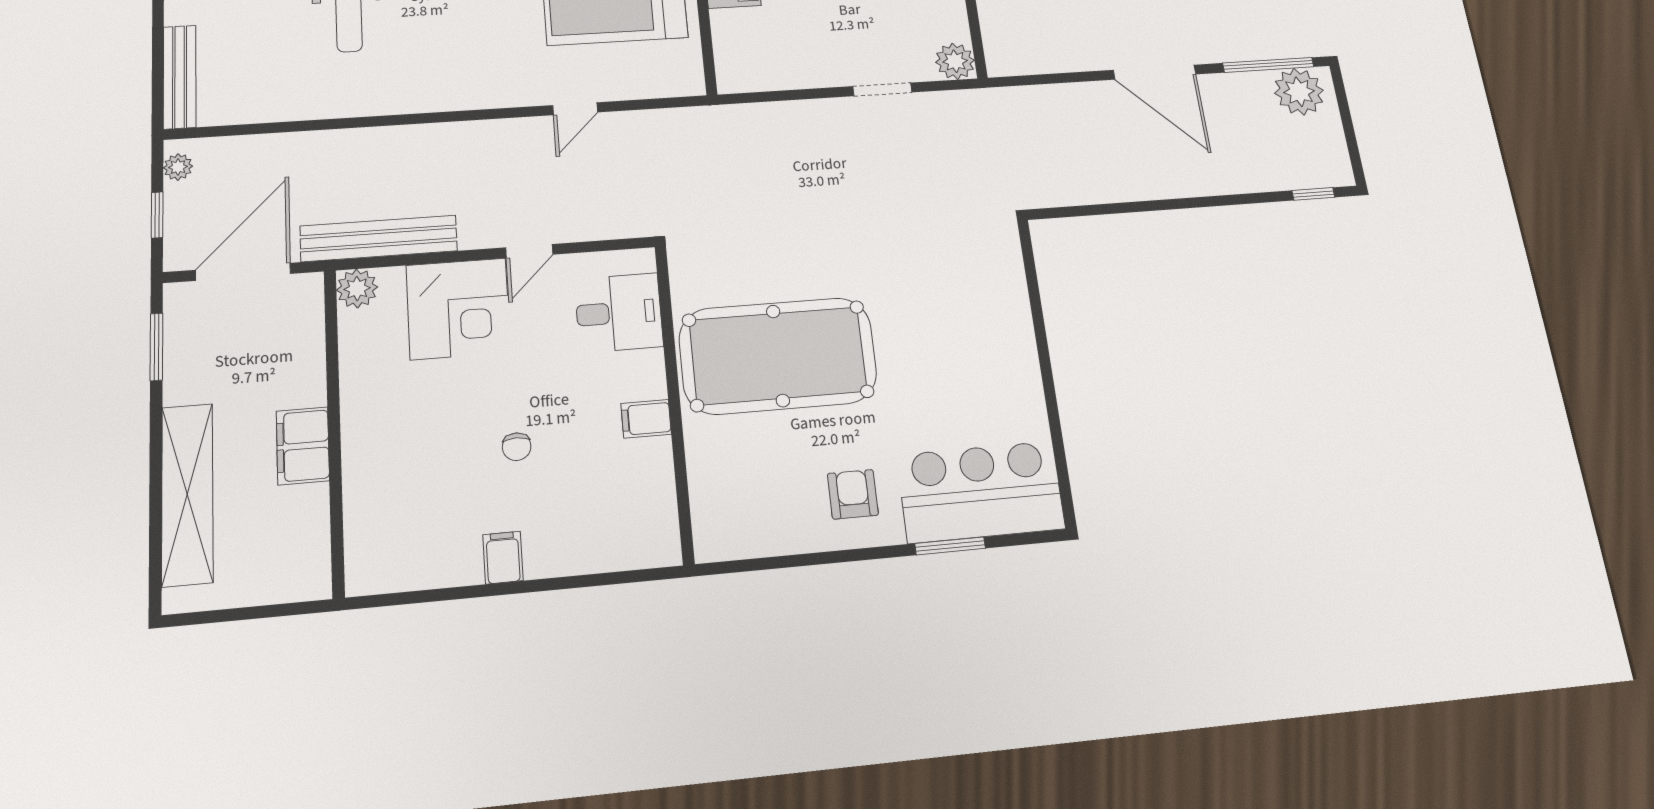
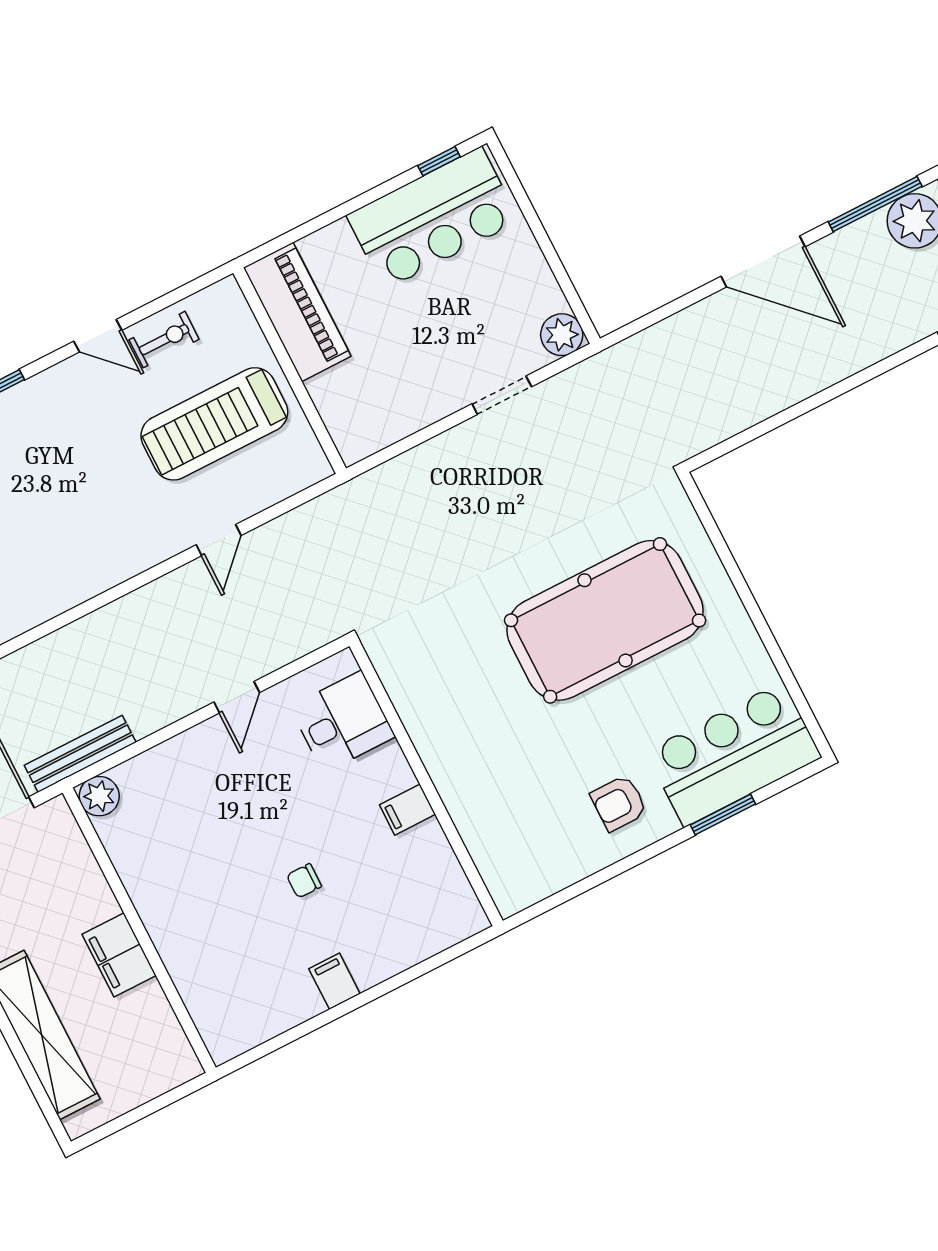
bench: (379, 238) -> (80, 754), width x0.73, depth x0.82
corner desk: (458, 309) -> (197, 778), removed
pool table: (778, 356) -> (605, 620), moved
chair: (517, 447) -> (304, 881), turned 90
armchair: (853, 494) -> (619, 803), turned -90

